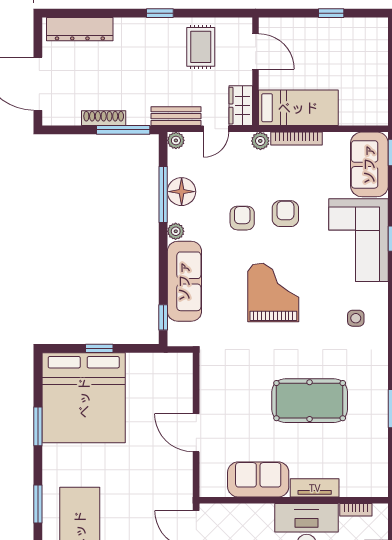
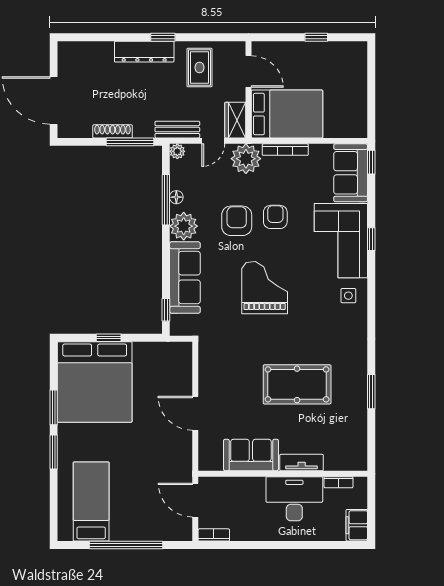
dresser: (80, 29) -> (144, 52), moved
bed: (298, 108) -> (287, 114), width x1.50
plant: (260, 141) -> (246, 159), width x1.87, depth x1.87
floor lamp: (182, 192) -> (176, 197), width x0.53, depth x0.53
armchair: (242, 218) -> (237, 221), width x1.38, depth x1.38
plant: (176, 231) -> (184, 226), width x1.88, depth x1.88
side table: (356, 318) -> (348, 296), moved
window: (38, 504) -> (54, 452), moved

